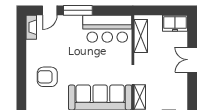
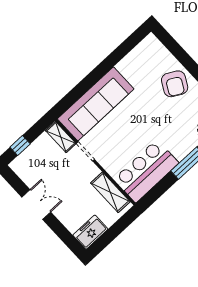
double door: (192, 60) -> (36, 205), moved
armchair: (47, 77) -> (175, 84), moved, turned 119

